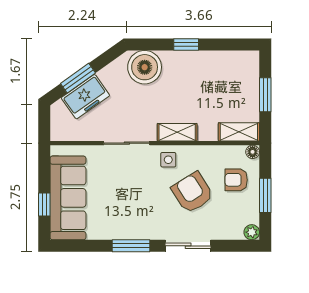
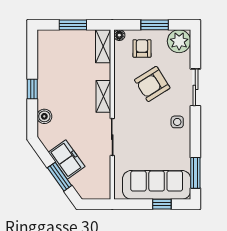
boiler: (145, 67) -> (44, 116), width x0.54, depth x0.54
freezer: (85, 97) -> (67, 159), moved
side table: (168, 160) -> (177, 122), moved
armchair: (236, 180) -> (142, 48), turned 180
plant: (252, 232) -> (179, 41), width x1.88, depth x1.88
window: (131, 246) -> (195, 173), moved

